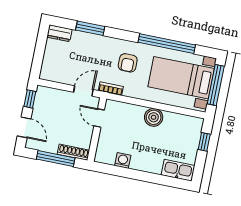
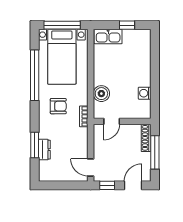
dresser: (59, 33) -> (44, 150), moved
door: (83, 91) -> (91, 167), moved
boiler: (154, 117) -> (101, 94), moved
window: (204, 142) -> (127, 25), moved
kitchen sink: (178, 170) -> (108, 36), moved, turned -90

